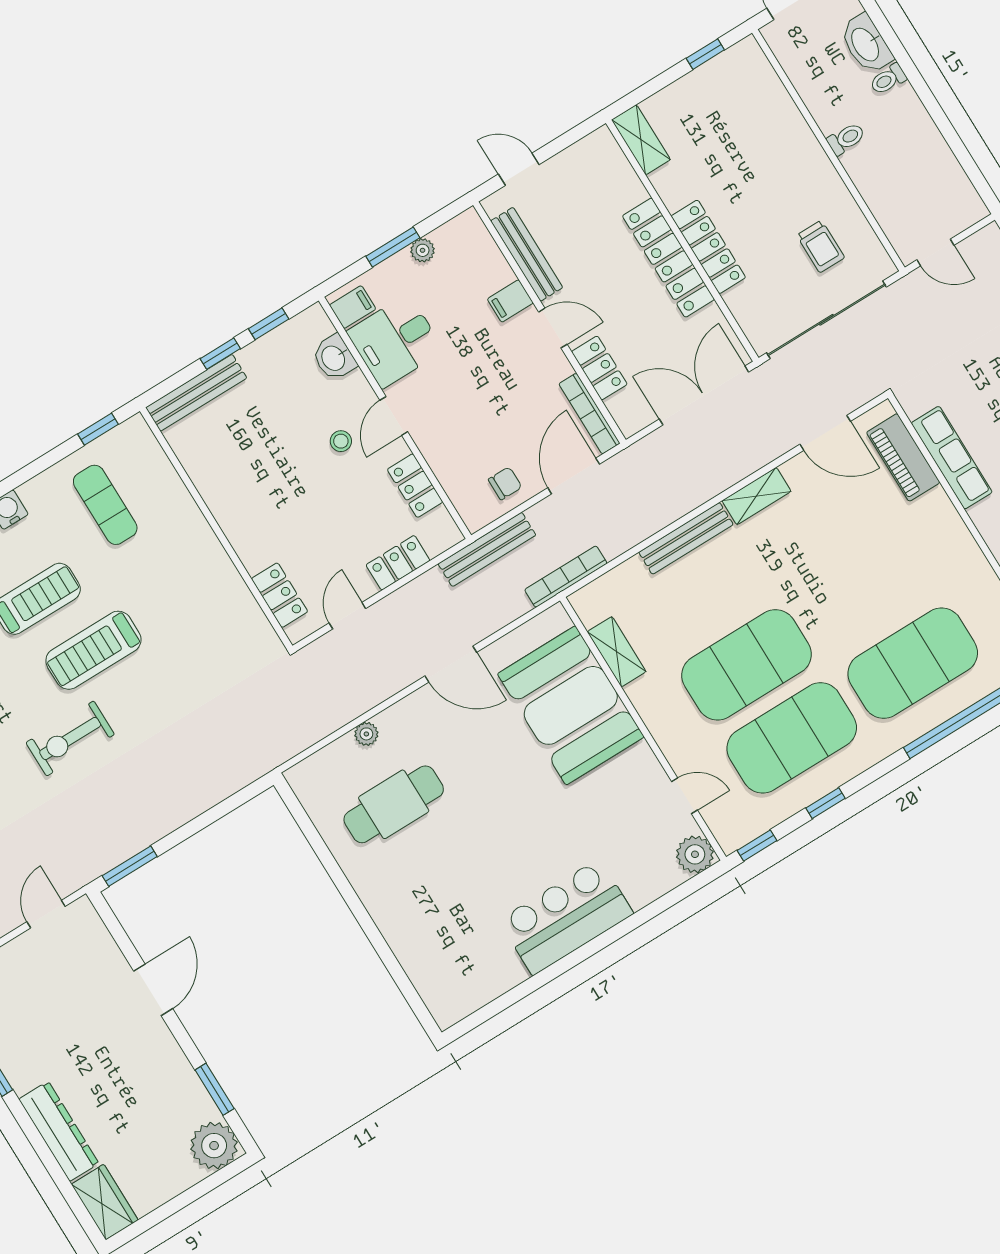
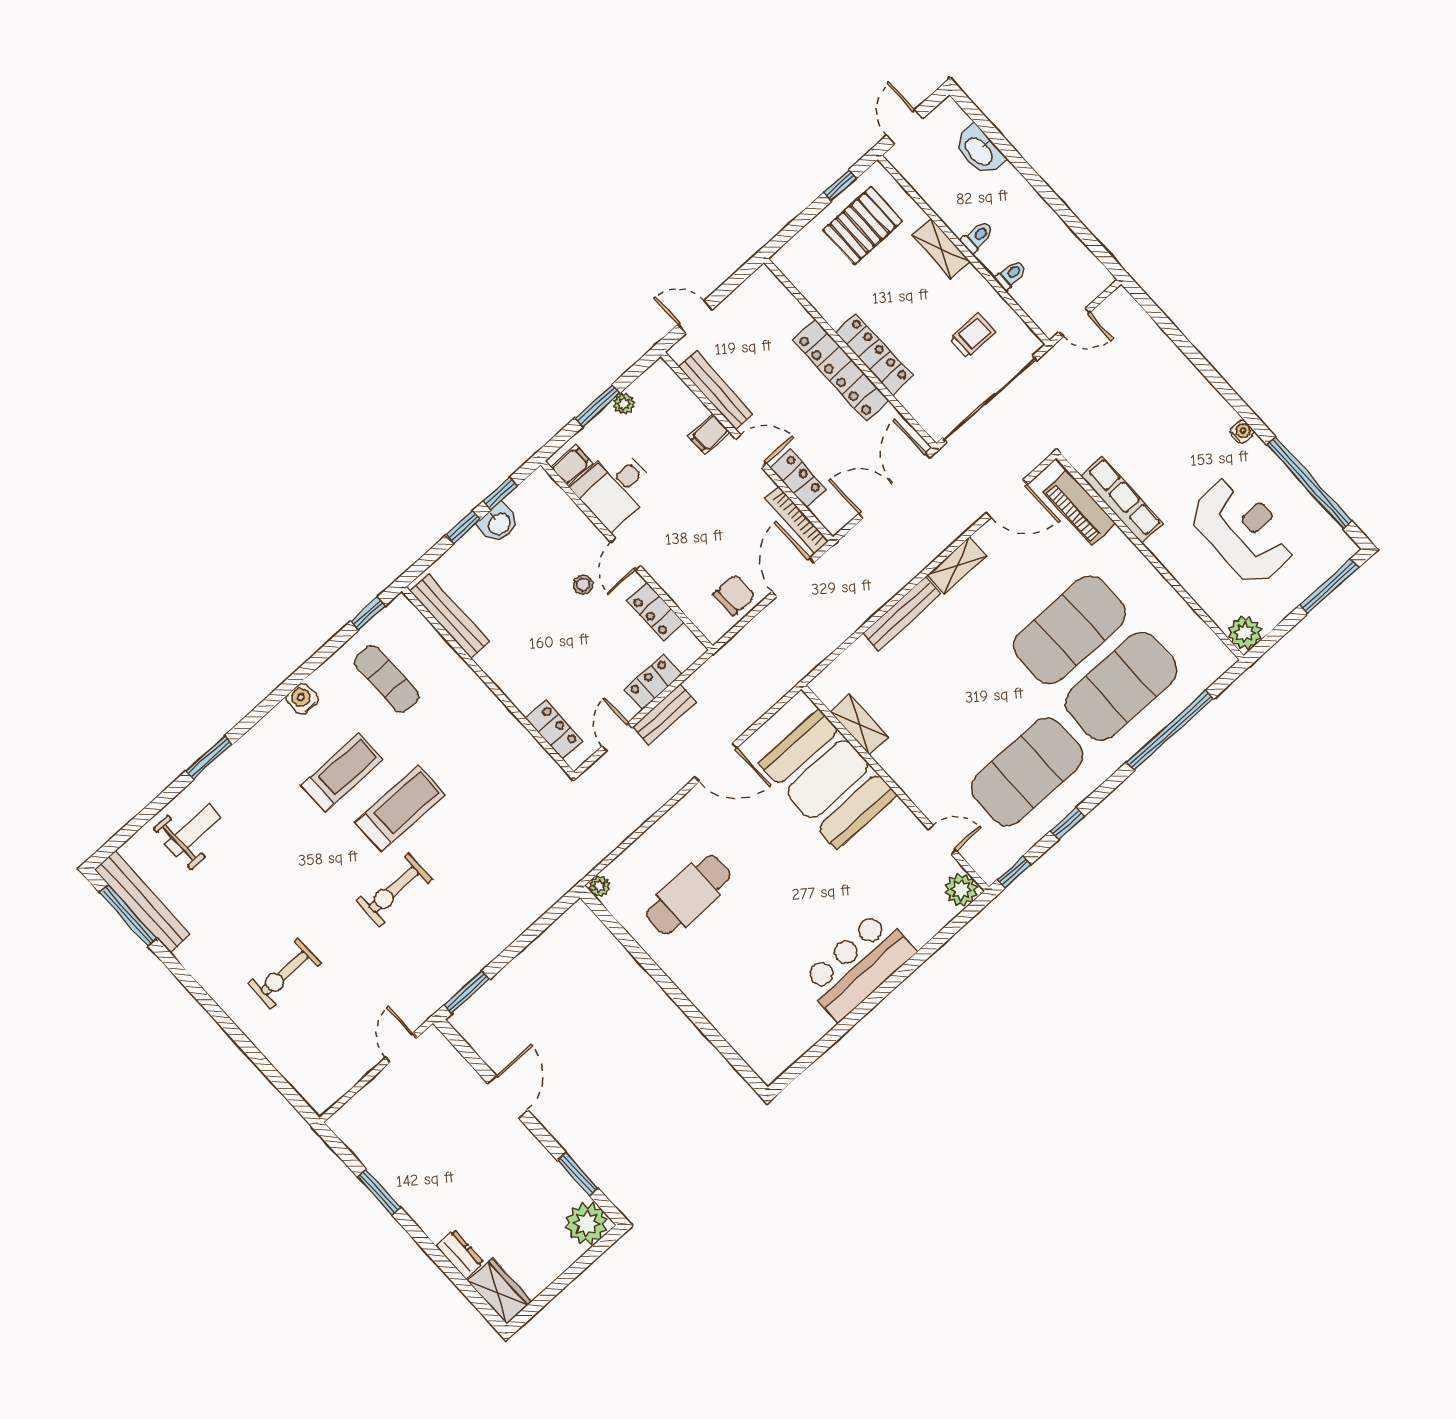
toilet: (888, 79) -> (1011, 275), moved, turned 180
pallet: (722, 103) -> (863, 226), added
shelving: (641, 140) -> (941, 249), moved
trolley: (821, 246) -> (973, 336), turned -90
washbasin: (334, 358) -> (499, 523), moved, turned -90
bench: (196, 393) -> (450, 616), moved, turned 90
chair: (505, 483) -> (734, 595), width x1.37, depth x1.37
bench: (487, 549) -> (665, 714), moved, width x0.73
bookcase: (566, 577) -> (803, 667), removed
treadmill: (93, 650) -> (400, 808), turned 180
exercise mat: (747, 665) -> (1070, 630), moved
plant: (366, 734) -> (599, 886), moved
dresser: (59, 1131) -> (460, 1254), width x0.51, depth x0.80

